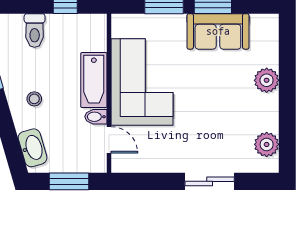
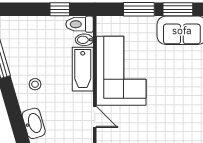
toilet: (35, 30) -> (79, 24), moved, turned 90
bidet: (96, 117) -> (84, 40), moved

